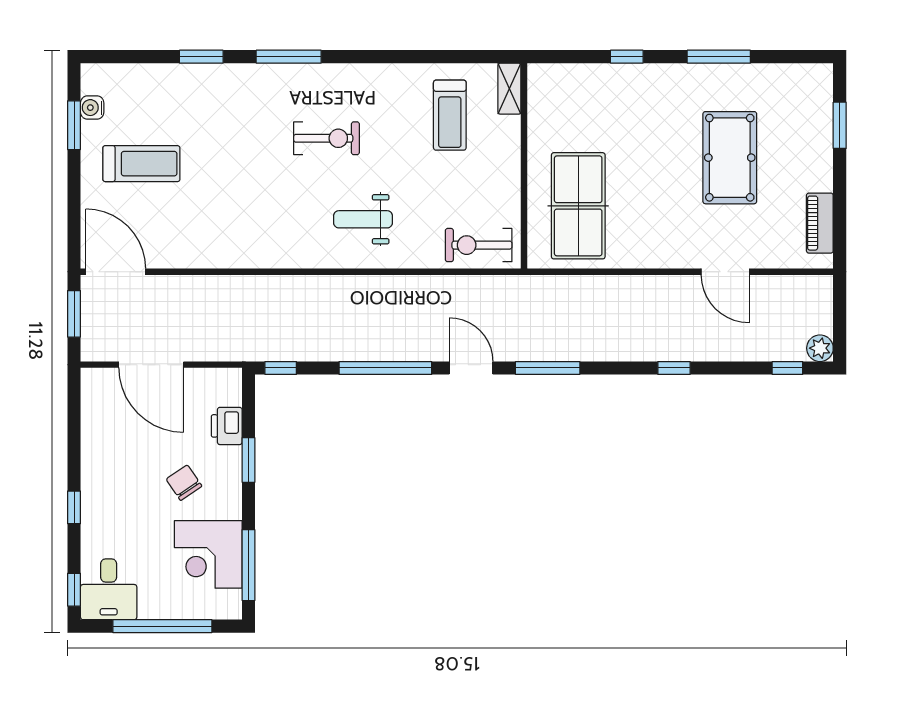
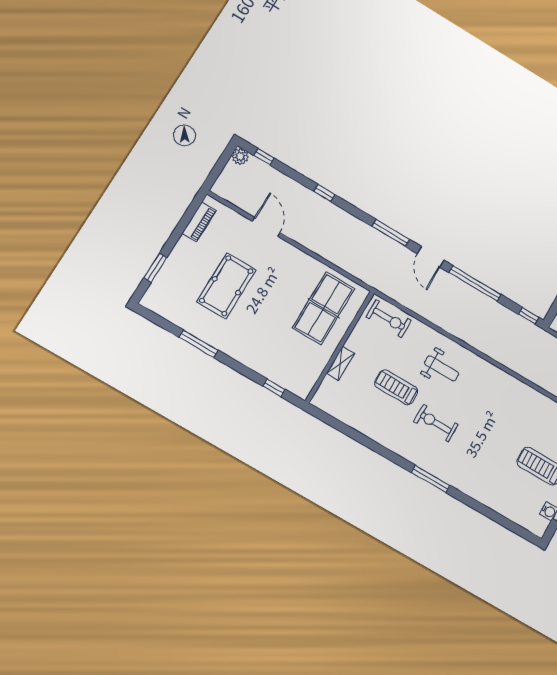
window: (201, 57) -> (477, 506), removed
window: (627, 57) -> (274, 388), moved
shelving: (509, 89) -> (340, 363), moved
treadmill: (450, 115) -> (396, 387), moved, turned -90

